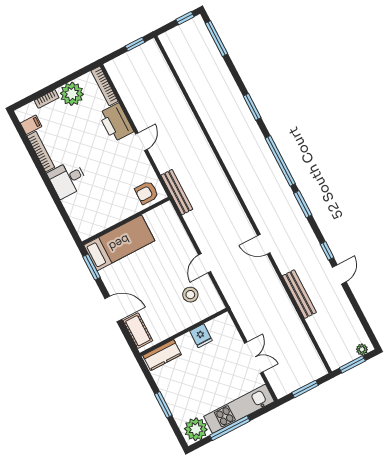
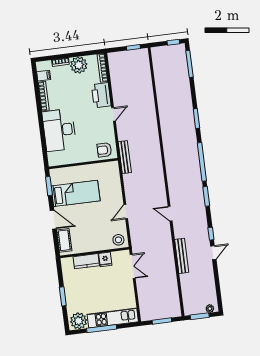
desk: (68, 179) -> (59, 130), width x1.87, depth x1.30
bed: (119, 243) -> (76, 193), moved
stool: (190, 295) -> (118, 240), moved
kitchen counter: (162, 355) -> (86, 261), moved
double door: (254, 358) -> (133, 266), moved

